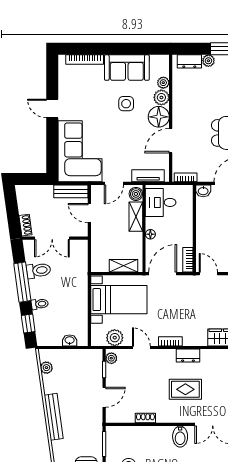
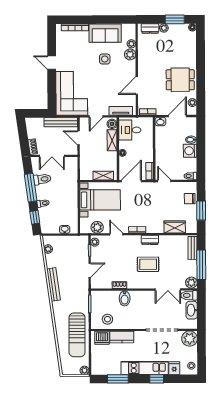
floor lamp: (159, 117) -> (128, 68), removed
bench: (71, 191) -> (61, 122), width x1.36
bidet: (180, 437) -> (125, 298), moved

